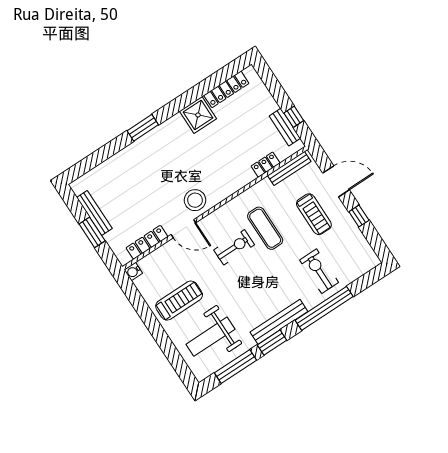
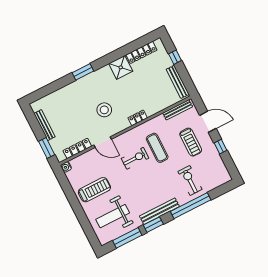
window: (294, 117) -> (175, 57), moved
bench: (285, 127) -> (178, 82), width x1.36
locker: (266, 165) -> (138, 118), moved
stool: (195, 200) -> (104, 110), moved
window: (92, 232) -> (47, 148), moved

